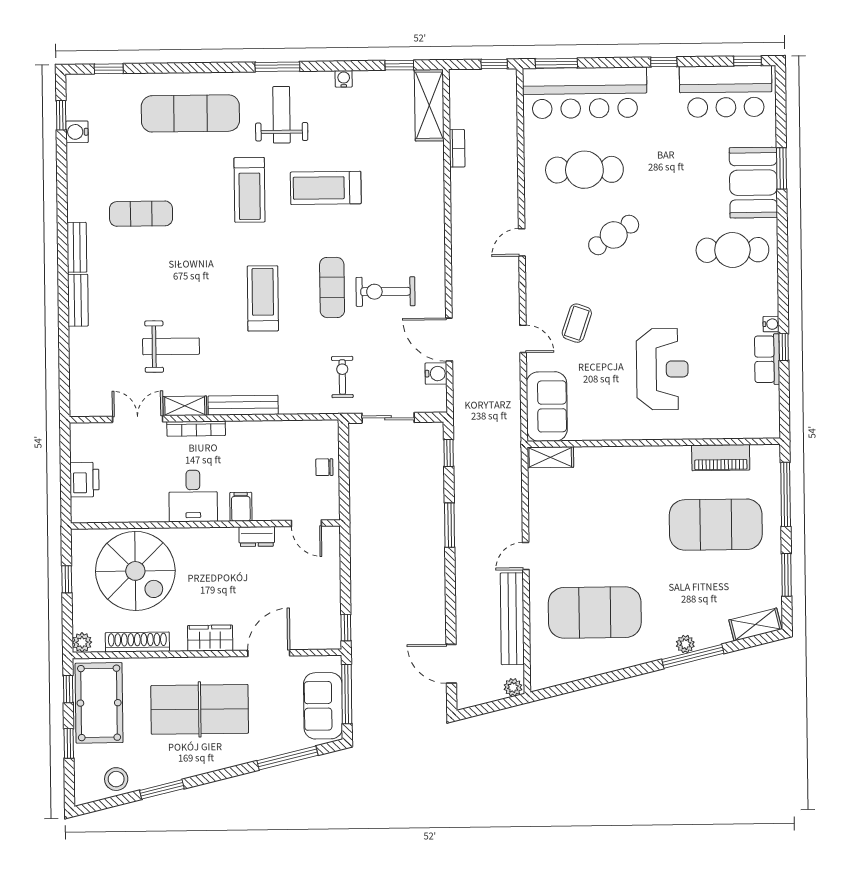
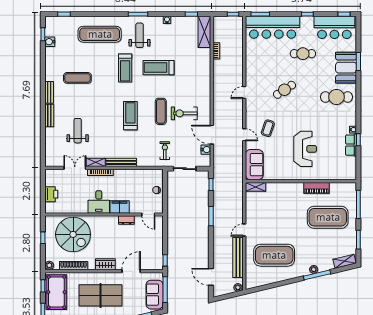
cafe table: (584, 170) -> (303, 54), moved, width x0.73, depth x0.74
weight bench: (171, 346) -> (78, 131), moved, turned -90
piano: (721, 458) -> (317, 188), moved
filing cabinet: (241, 507) -> (120, 207), width x2.00

